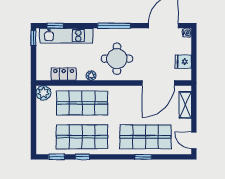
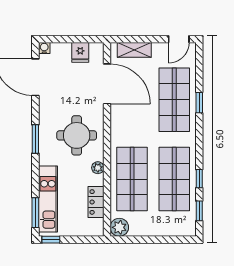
window: (55, 26) -> (35, 213), width x1.50
window: (114, 26) -> (35, 139), width x0.69

